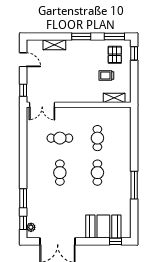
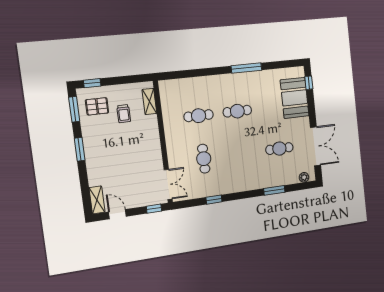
shelving: (54, 45) -> (97, 200), moved
door: (23, 60) -> (117, 214), hinge flipped
cafe table: (60, 173) -> (279, 149), moved
window: (23, 223) -> (214, 200), moved

